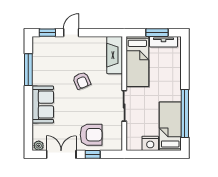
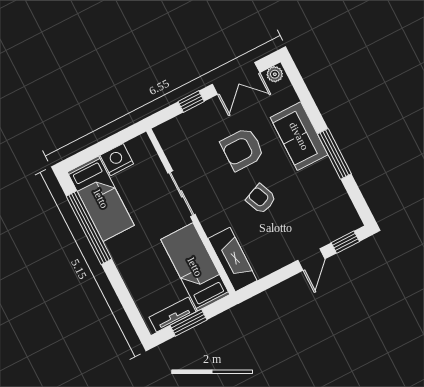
window: (28, 70) -> (334, 154), moved
armchair: (91, 135) -> (242, 149), moved

